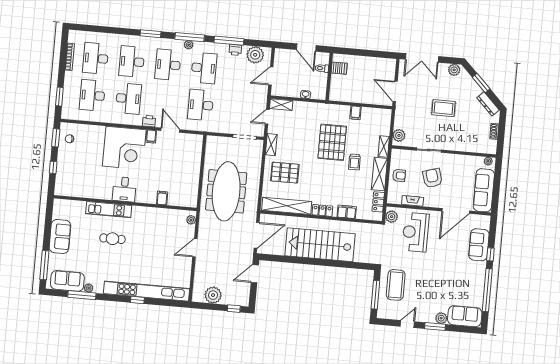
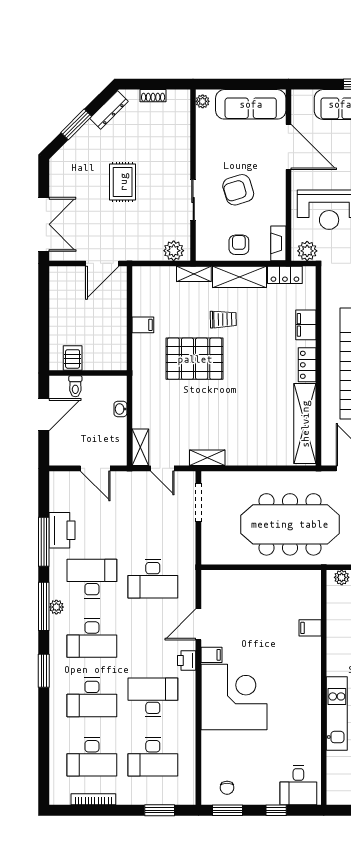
printer: (235, 50) -> (62, 530), width x1.87, depth x1.48
plant: (255, 55) -> (63, 497), removed
plant: (454, 70) -> (59, 170), removed
pallet: (285, 173) -> (251, 431), removed
desk: (124, 189) -> (298, 785), moved, turned 90
fireplace: (413, 201) -> (278, 243), moved

